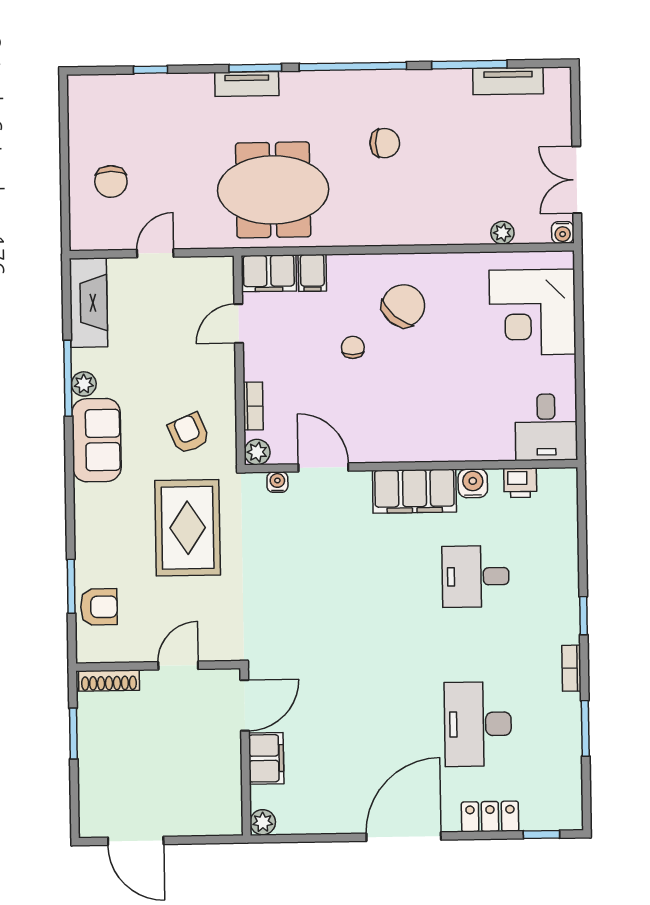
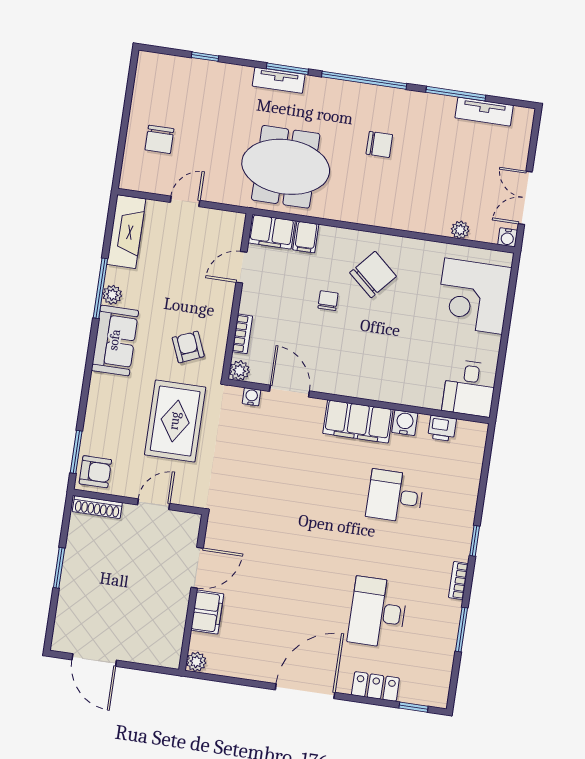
wall: (158, 666) -> (138, 502), moved
door: (178, 666) -> (154, 504), moved
shoe rack: (109, 681) -> (97, 507), moved

